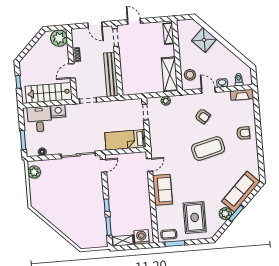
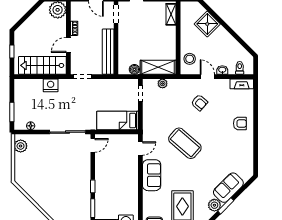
shelving: (170, 74) -> (158, 67), moved, turned 90
boiler: (138, 89) -> (134, 69), added
desk: (39, 119) -> (31, 92), removed
coffee table: (208, 149) -> (185, 143), moved, turned 55
sofa: (241, 192) -> (228, 188), width x0.73

